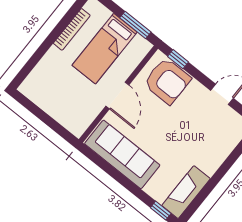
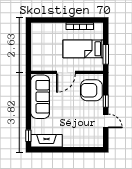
window: (178, 59) -> (106, 101), moved
armchair: (167, 81) -> (91, 90), turned 90

